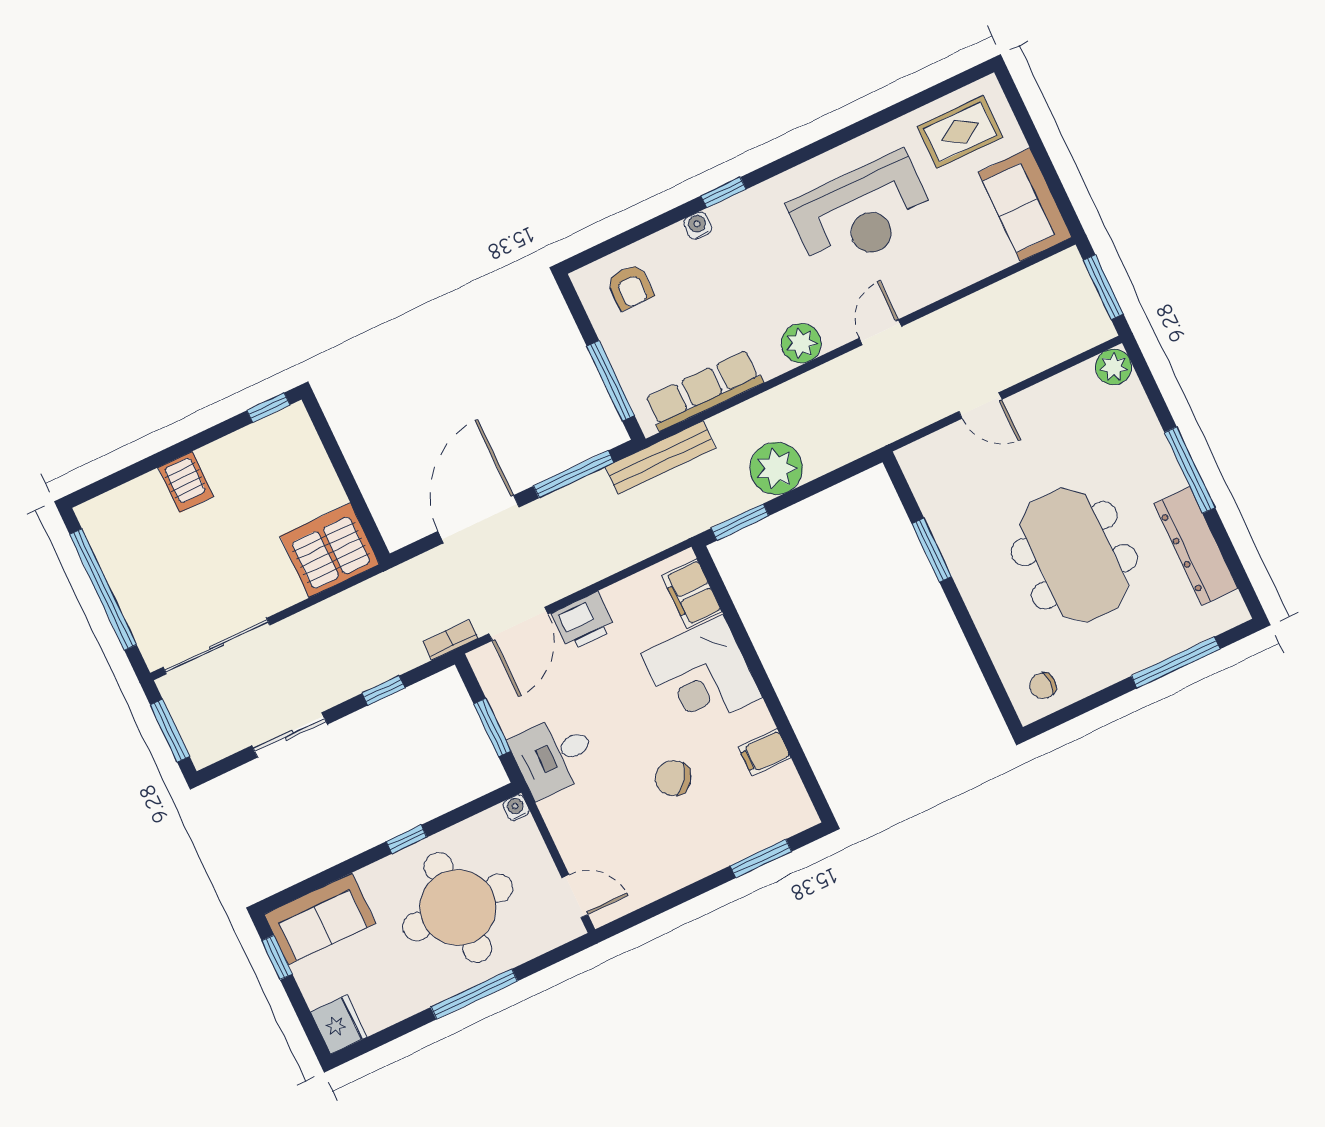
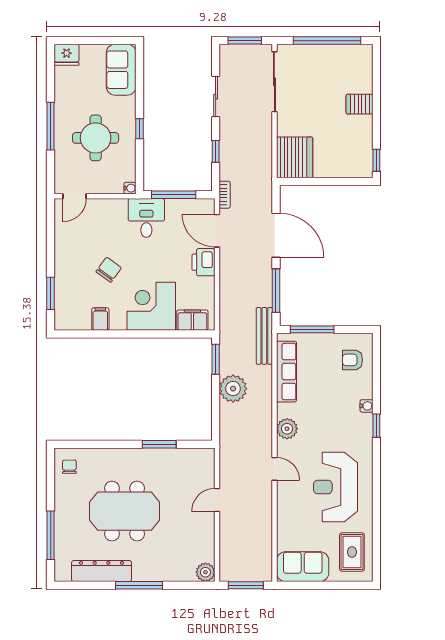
window: (492, 727) -> (174, 195), width x1.44
round table: (458, 907) -> (96, 138), width x0.73, depth x0.73
window: (277, 957) -> (112, 41), removed

